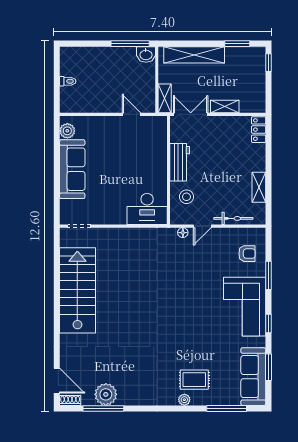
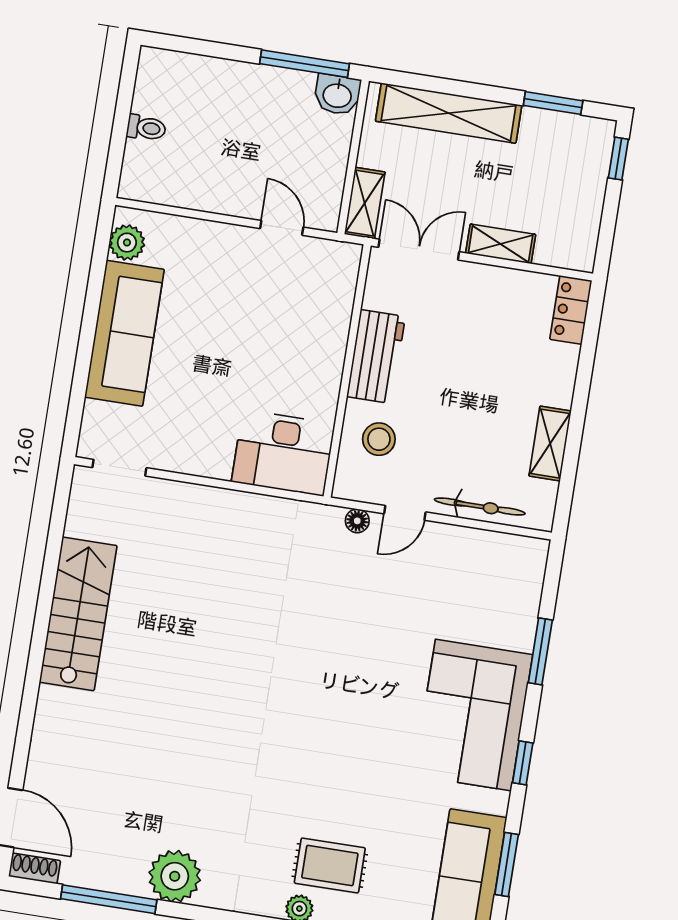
armchair: (247, 254) -> (498, 593), removed
stairs: (77, 290) -> (78, 614), width x0.73, depth x0.66
plant: (106, 394) -> (175, 876), moved

